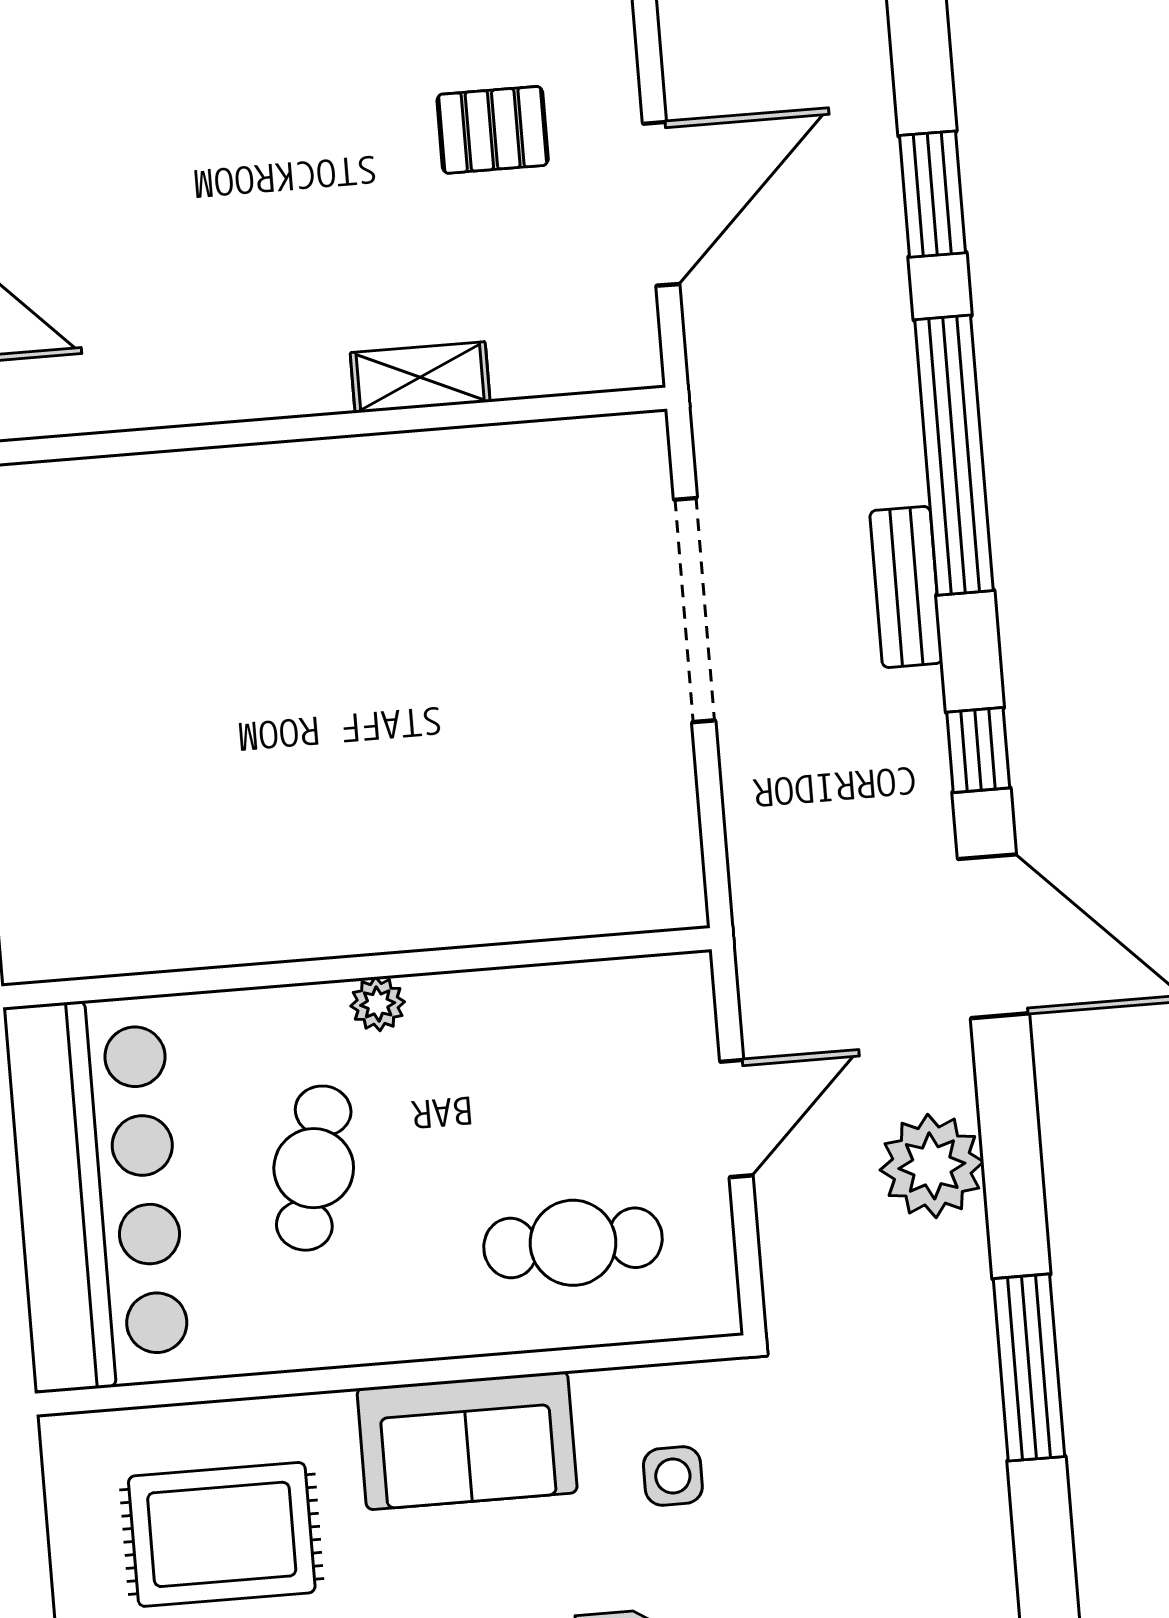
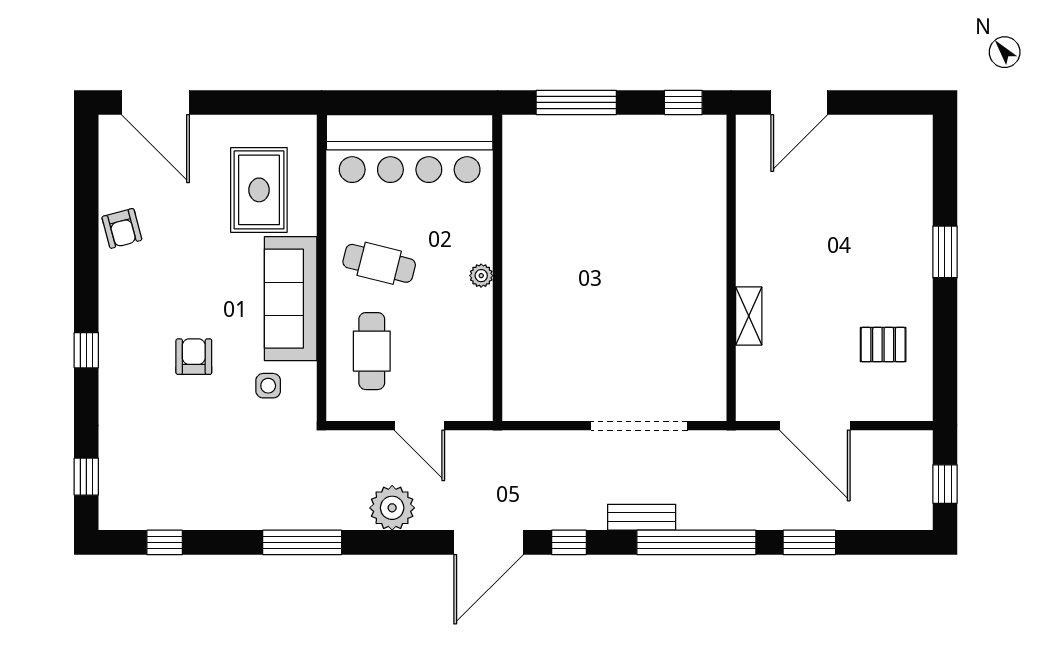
pallet: (493, 130) -> (883, 345), moved, turned 90
cafe table: (314, 1168) -> (379, 263), moved
sofa: (467, 1441) -> (291, 299), width x1.36

